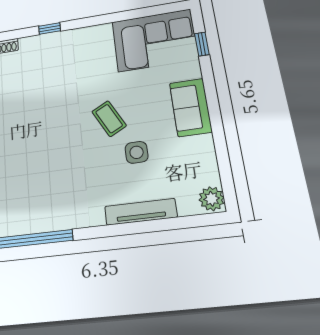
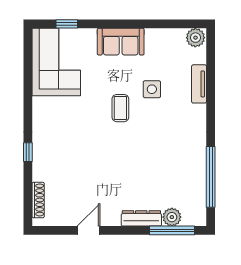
coffee table: (109, 119) -> (120, 108), turned -62
tv unit: (141, 212) -> (199, 84), width x0.71

